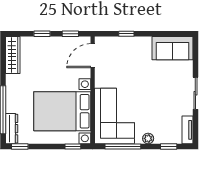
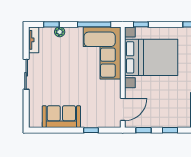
sofa: (172, 48) -> (61, 117), moved
plant: (148, 138) -> (60, 32), moved

